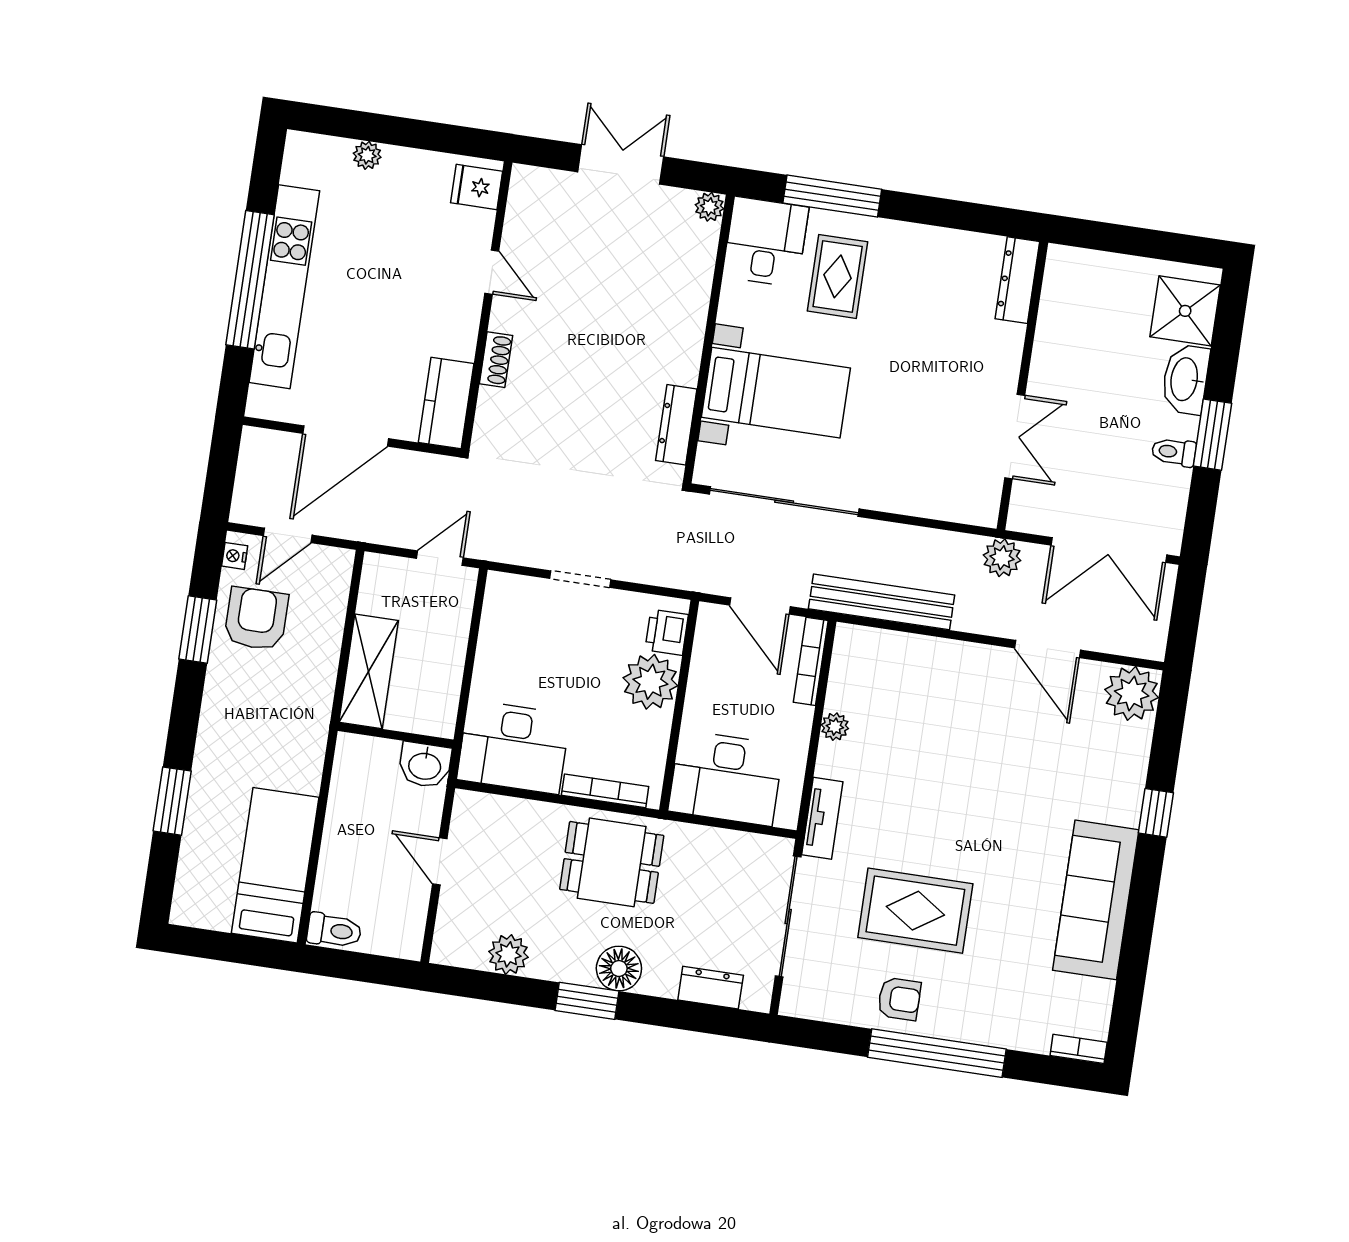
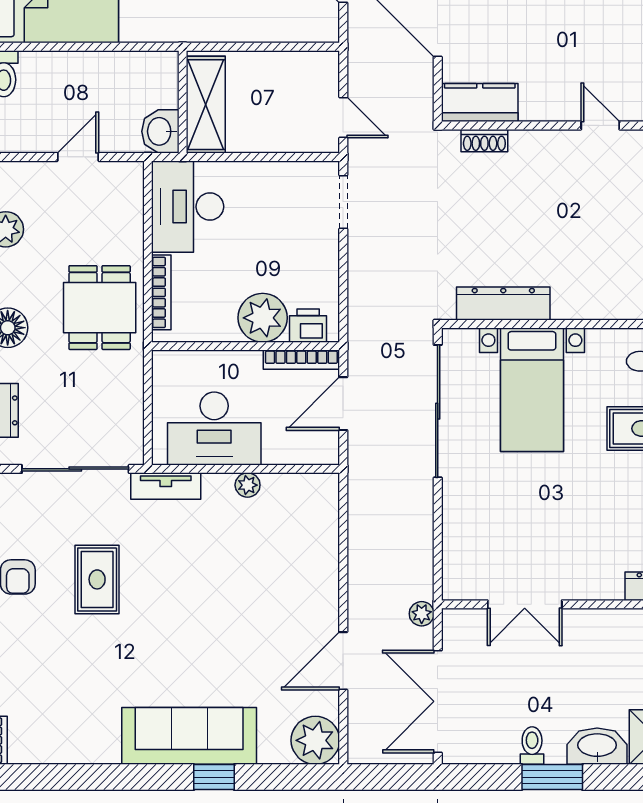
door: (492, 272) -> (600, 125), swing flipped
shoe rack: (496, 360) -> (484, 141), moved
dresser: (676, 425) -> (503, 304), width x1.37, depth x1.24
plant: (1002, 558) -> (422, 614), width x0.73, depth x0.73
doorway: (580, 579) -> (343, 202), moved
bench: (882, 602) -> (363, 509), removed
bookcase: (811, 661) -> (301, 360), moved, turned 180
shelving: (369, 671) -> (206, 105), moved, turned 90
desk: (726, 778) -> (214, 429), moved, turned -90
sofa: (1096, 900) -> (189, 736), moved
rug: (915, 911) -> (97, 579), width x0.73, depth x0.70

